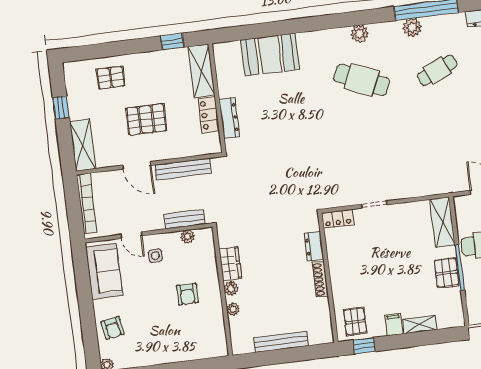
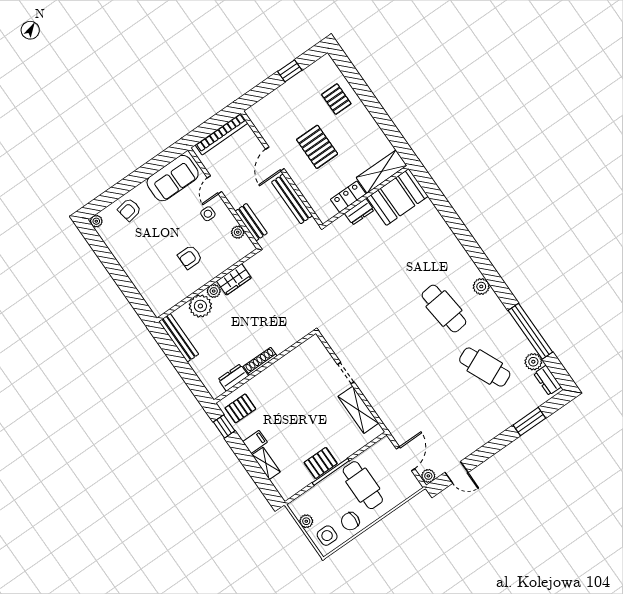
plant: (412, 27) -> (533, 362), moved
window: (172, 42) -> (393, 134), removed
booth: (270, 55) -> (398, 197), moved, turned 90
cafe table: (437, 70) -> (485, 367), width x1.37, depth x1.35
cafe table: (362, 80) -> (444, 309), turned -30
dresser: (229, 118) -> (359, 212), width x0.70
shelving: (83, 145) -> (268, 105), removed
locker: (338, 219) -> (318, 349), removed
shelving: (442, 222) -> (358, 410), moved, turned 90
dresser: (314, 246) -> (233, 378), moved
plant: (233, 309) -> (200, 306), width x1.88, depth x1.88
bench: (281, 342) -> (179, 338), moved

